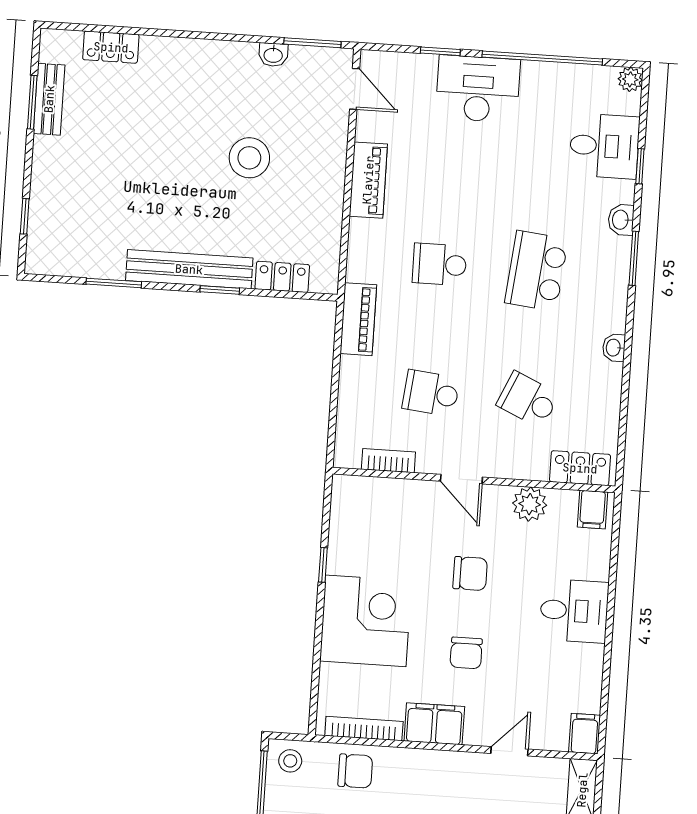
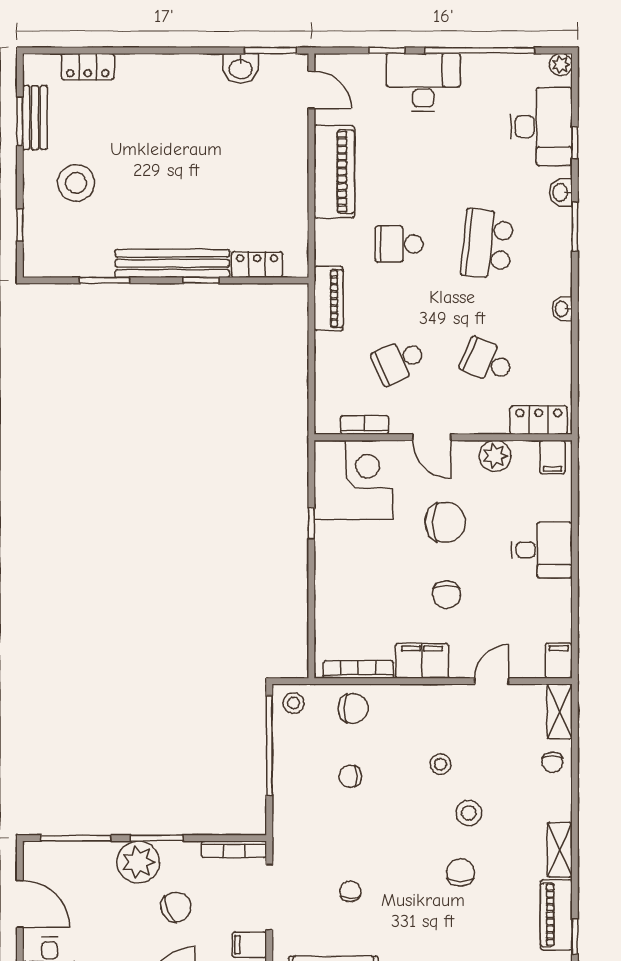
washbasin: (273, 55) -> (240, 68), width x1.38, depth x1.45
desk: (604, 146) -> (541, 127), width x1.37
stool: (249, 158) -> (76, 183), moved
piano: (368, 180) -> (334, 172), width x1.37, depth x1.33
school desk: (431, 393) -> (399, 361), turned -30
chair: (470, 573) -> (445, 522), width x1.37, depth x1.37
corner desk: (366, 621) -> (353, 480), moved

